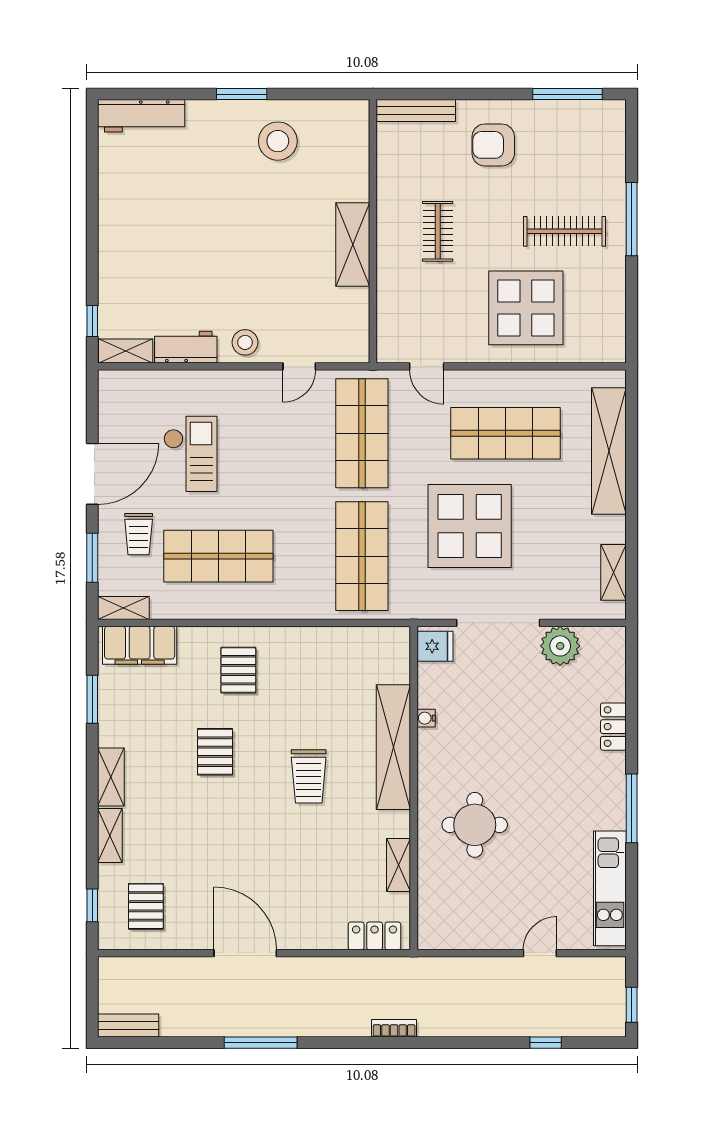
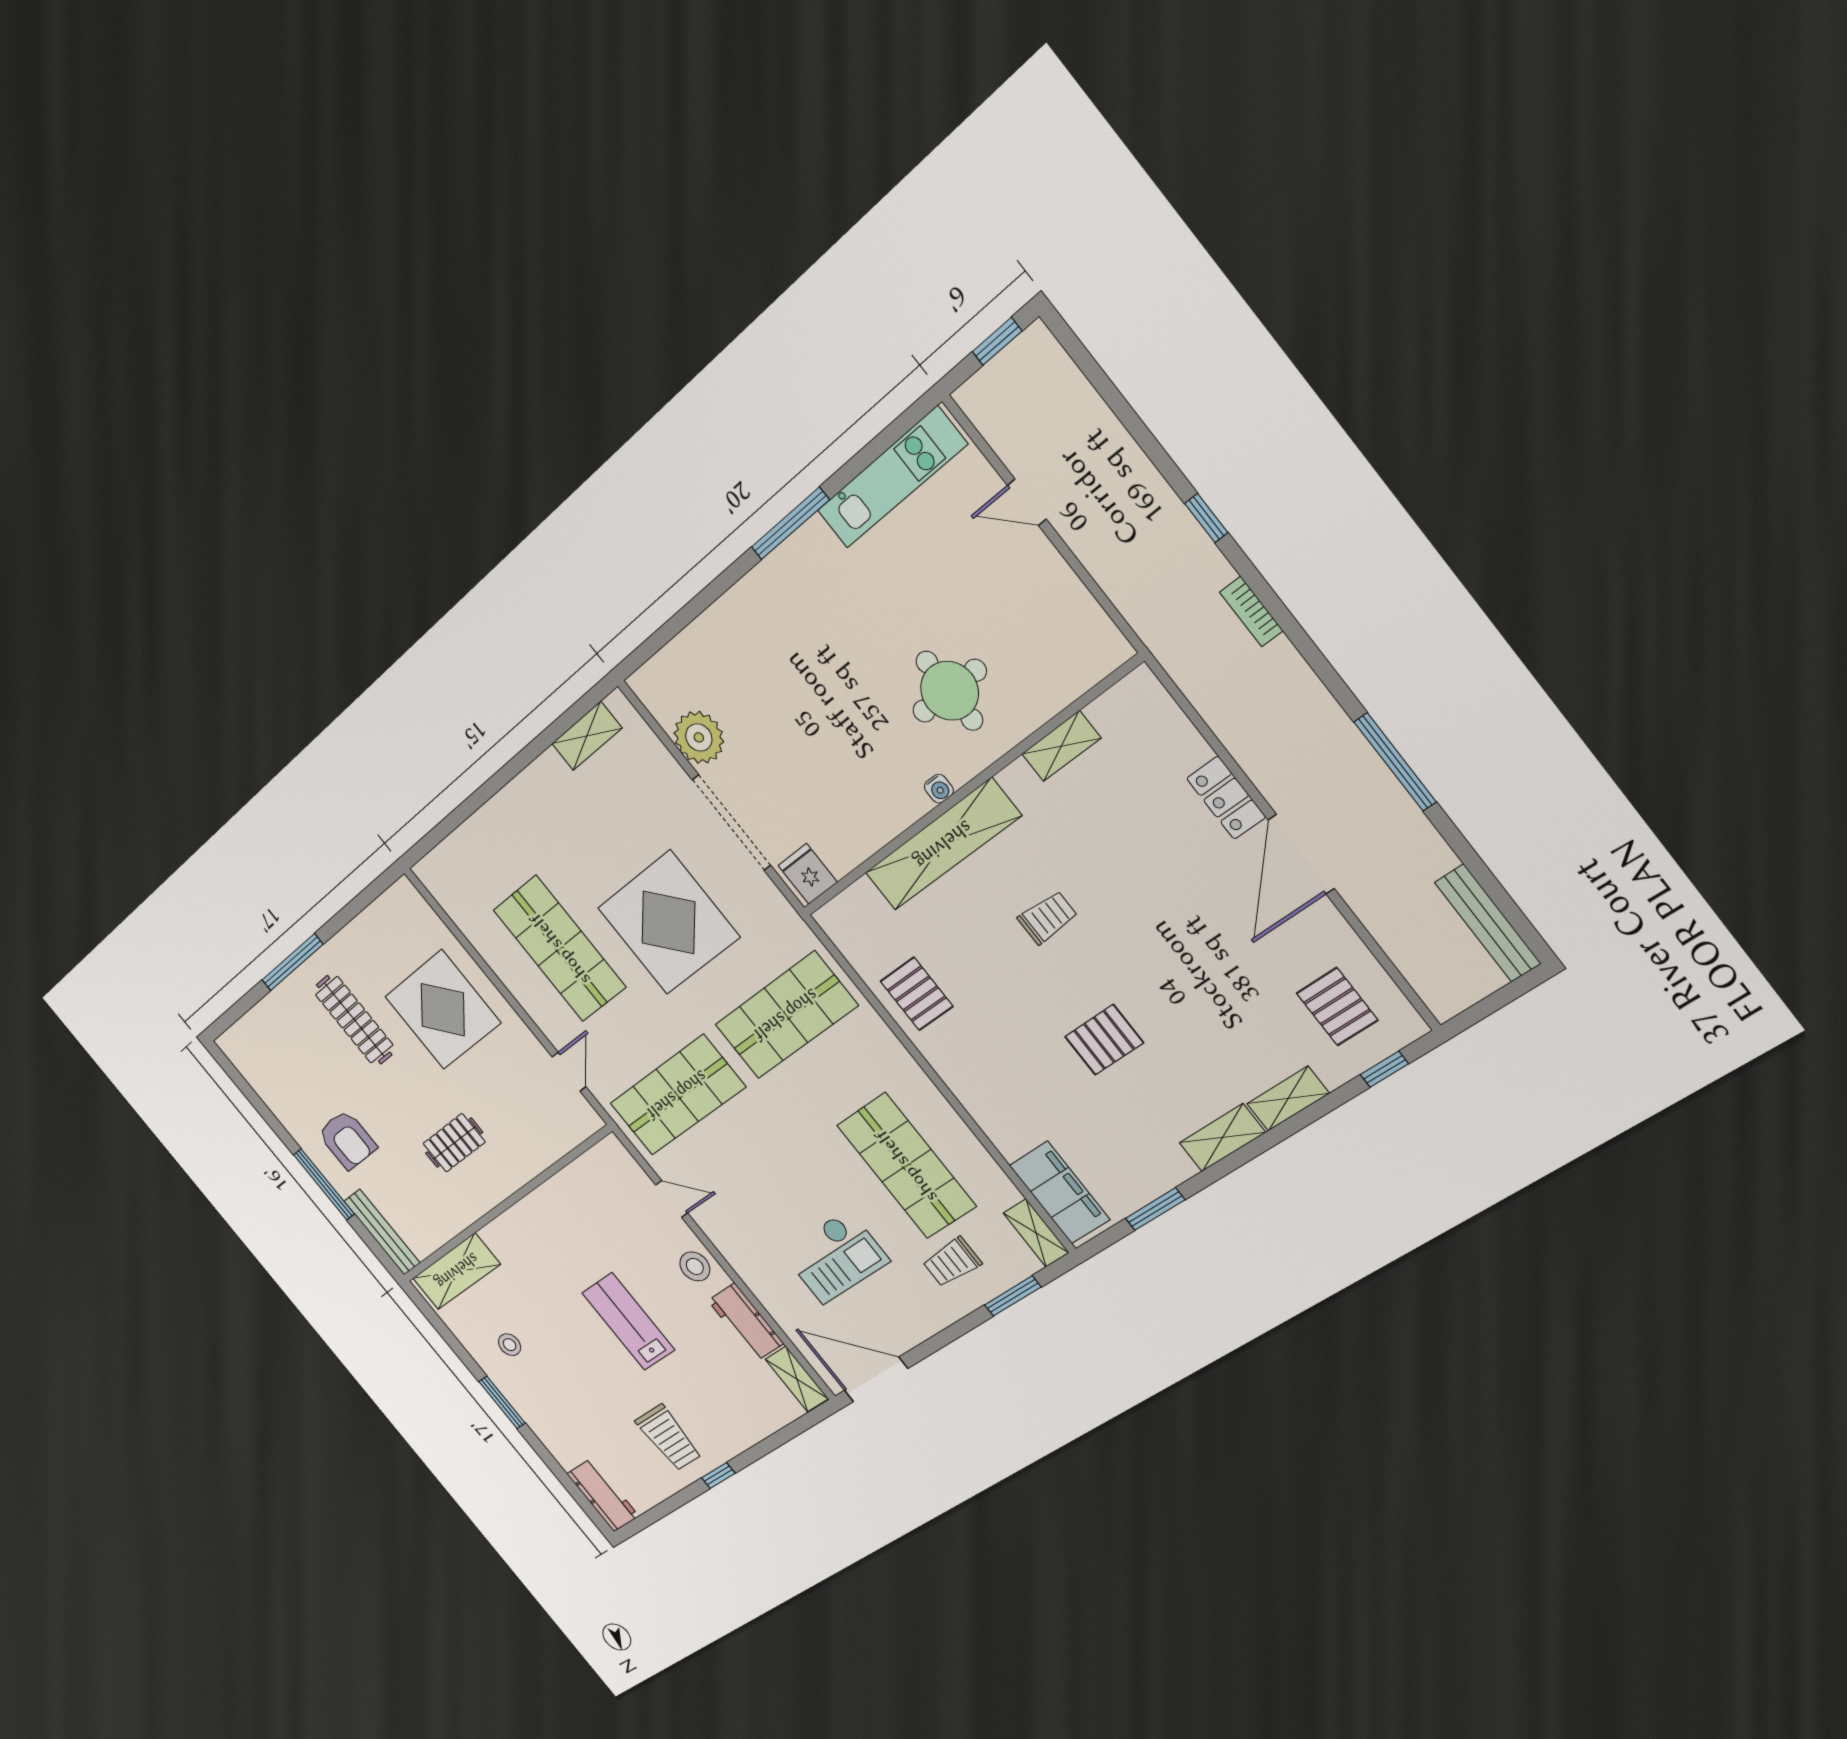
window: (567, 94) -> (324, 1184), moved
workbench: (141, 116) -> (603, 1495), width x0.73
stool: (278, 141) -> (510, 1345), width x0.53, depth x0.53
trolley: (141, 211) -> (669, 1438), added
shelving: (353, 245) -> (457, 1271), moved
lab bench: (238, 255) -> (628, 1321), added
window: (92, 321) -> (718, 1476), moved
shelving: (609, 451) -> (489, 830), removed
checkout: (190, 454) -> (835, 1257), turned 180
door: (92, 474) -> (876, 1379), moved
trolley: (139, 534) -> (952, 1262), turned 180
pallet: (238, 670) -> (917, 994), moved, turned 90
water cooler: (426, 718) -> (939, 789), moved
locker: (613, 727) -> (727, 614), removed
trolley: (309, 776) -> (1048, 918), width x0.73, depth x0.72
pallet: (146, 906) -> (1337, 1007), turned 90
locker: (375, 936) -> (1226, 798), moved
bench: (128, 1026) -> (1488, 923), width x1.36
window: (546, 1043) -> (1206, 518), moved

